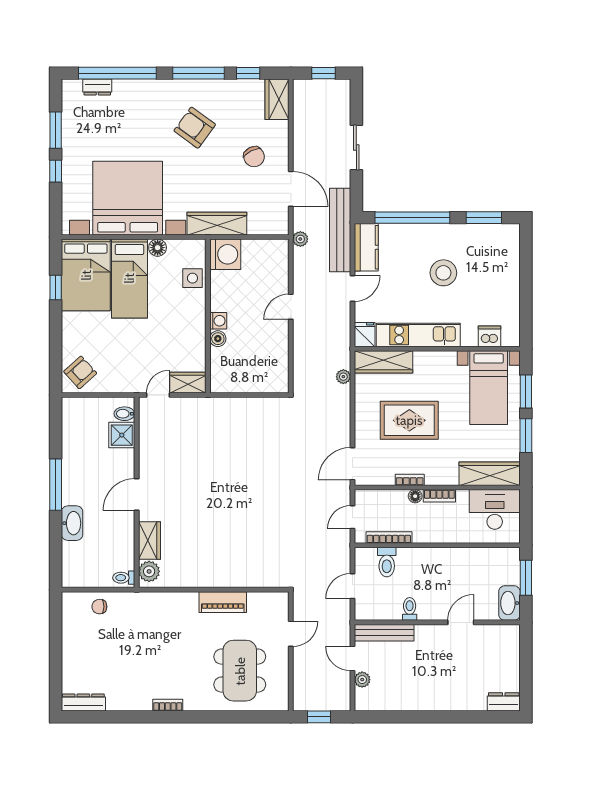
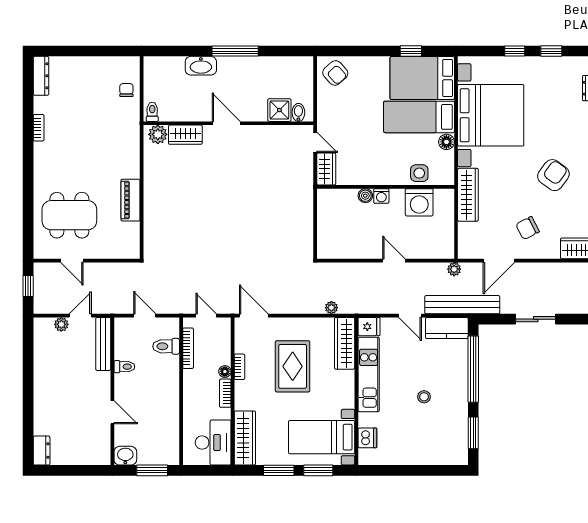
window: (56, 130) -> (551, 51), width x0.67
washing machine: (225, 254) -> (419, 202), moved
stool: (443, 273) -> (424, 397), width x0.53, depth x0.53
washbasin: (509, 603) -> (125, 456), width x0.72
door: (291, 634) -> (72, 261), moved
bookcase: (168, 705) -> (39, 128), moved

